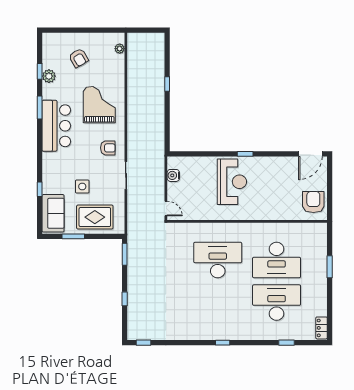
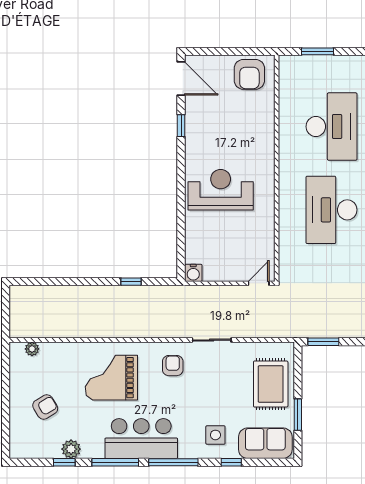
window: (167, 84) -> (131, 282), moved
window: (40, 107) -> (115, 462), width x1.44
window: (40, 148) -> (173, 462), added
window: (245, 154) -> (181, 126), moved
water cooler: (173, 175) -> (193, 273), moved
side table: (82, 186) -> (215, 435), moved
armchair: (313, 202) -> (249, 74), turned -90
window: (330, 267) -> (317, 51), moved

